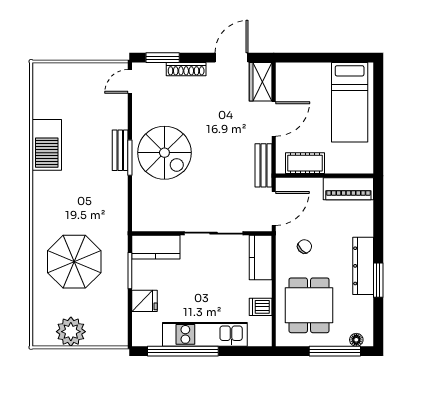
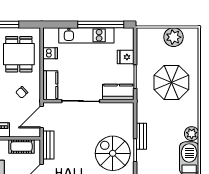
bench: (120, 150) -> (141, 136), moved
plant: (43, 183) -> (192, 134), added

